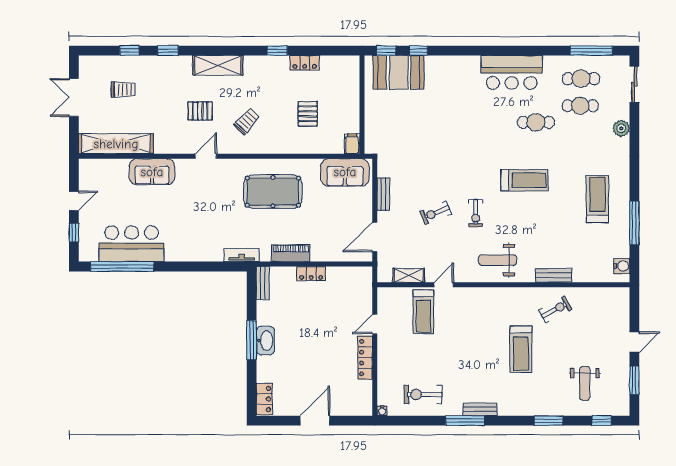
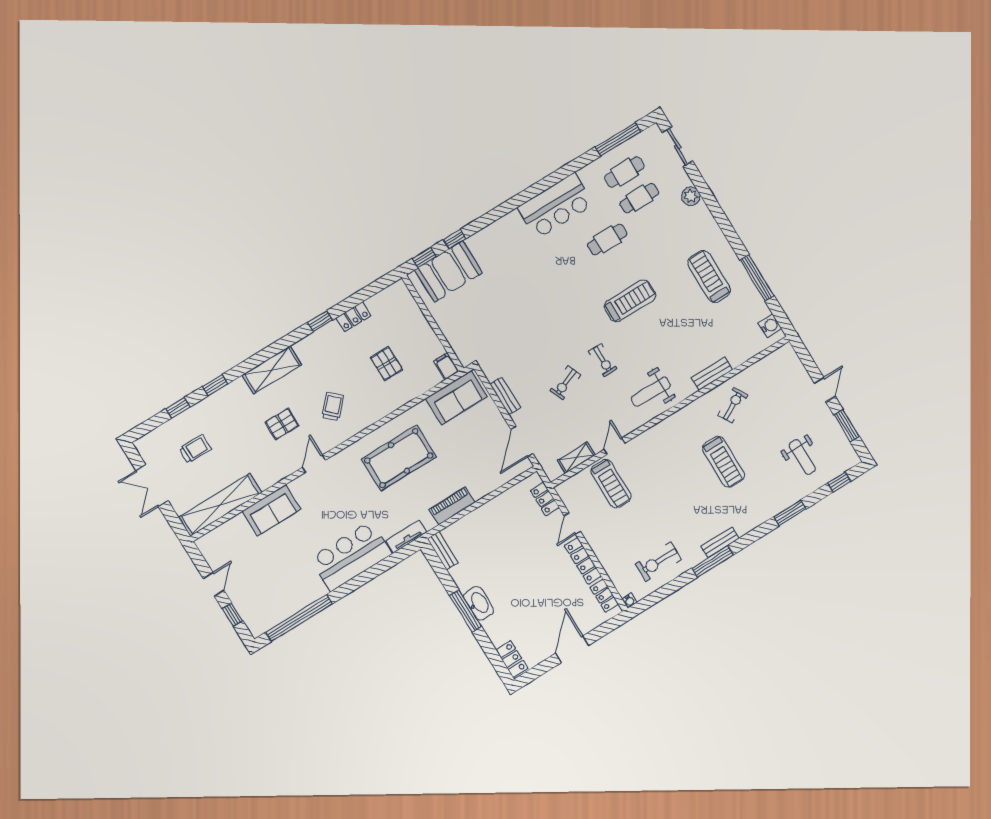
bar counter: (132, 244) -> (351, 556), moved
locker: (311, 274) -> (545, 499), moved, turned 90
locker: (365, 395) -> (604, 596), added

